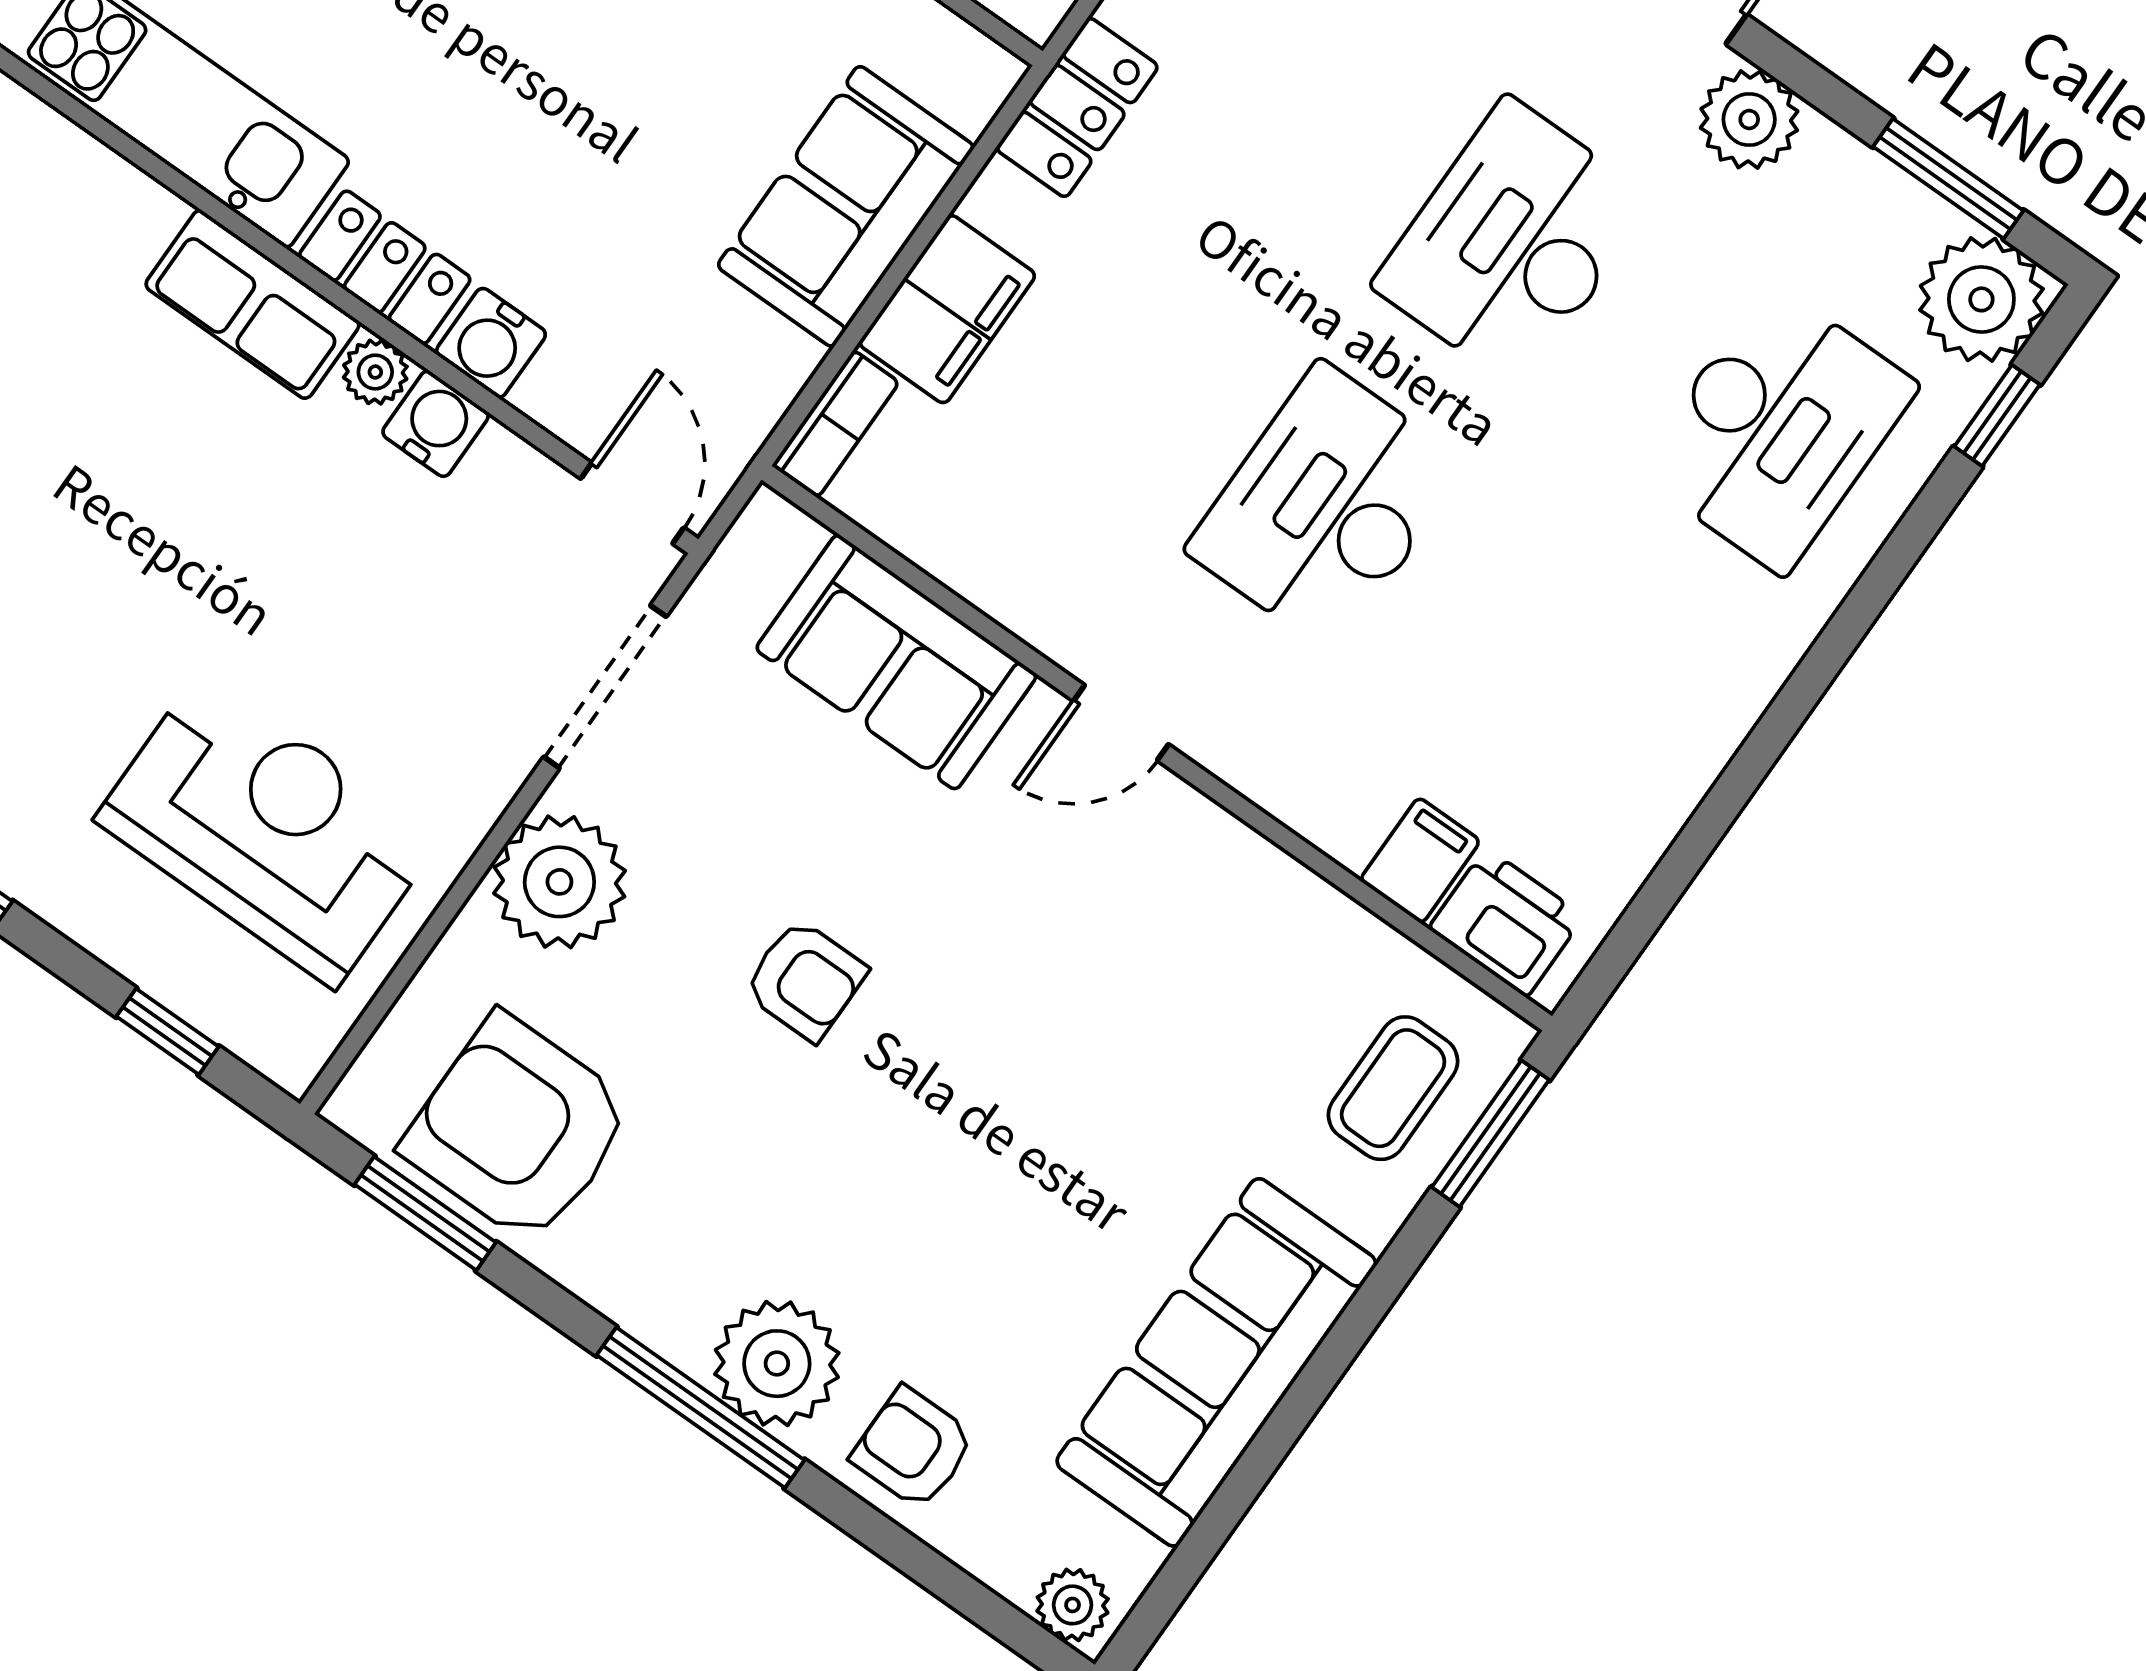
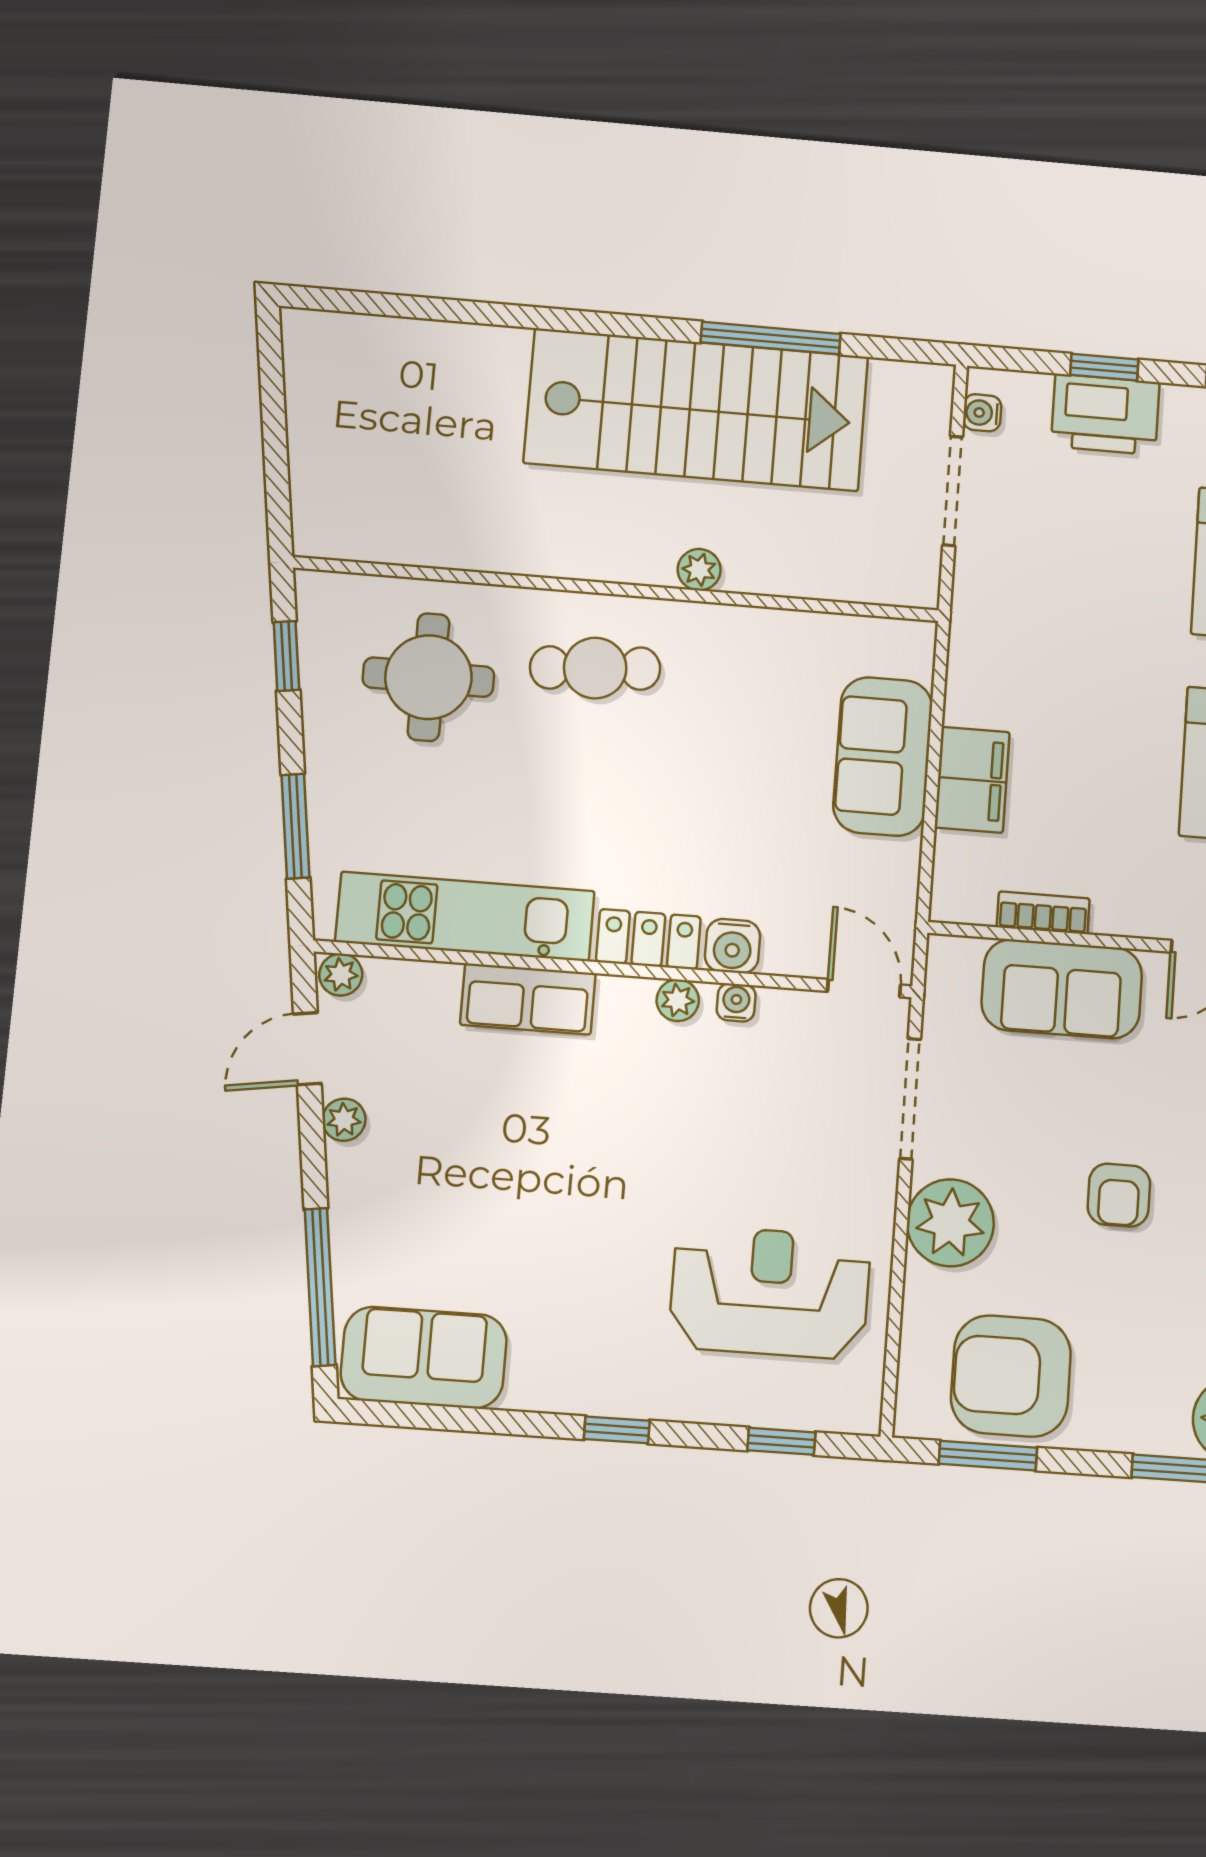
locker: (1077, 107) -> (976, 630), removed
row of seats: (252, 304) -> (528, 999), moved
water cooler: (436, 424) -> (736, 1002), width x0.72, depth x0.72
bookcase: (836, 424) -> (1043, 913), moved, turned -90
armchair: (805, 980) -> (1119, 1195), turned 90

